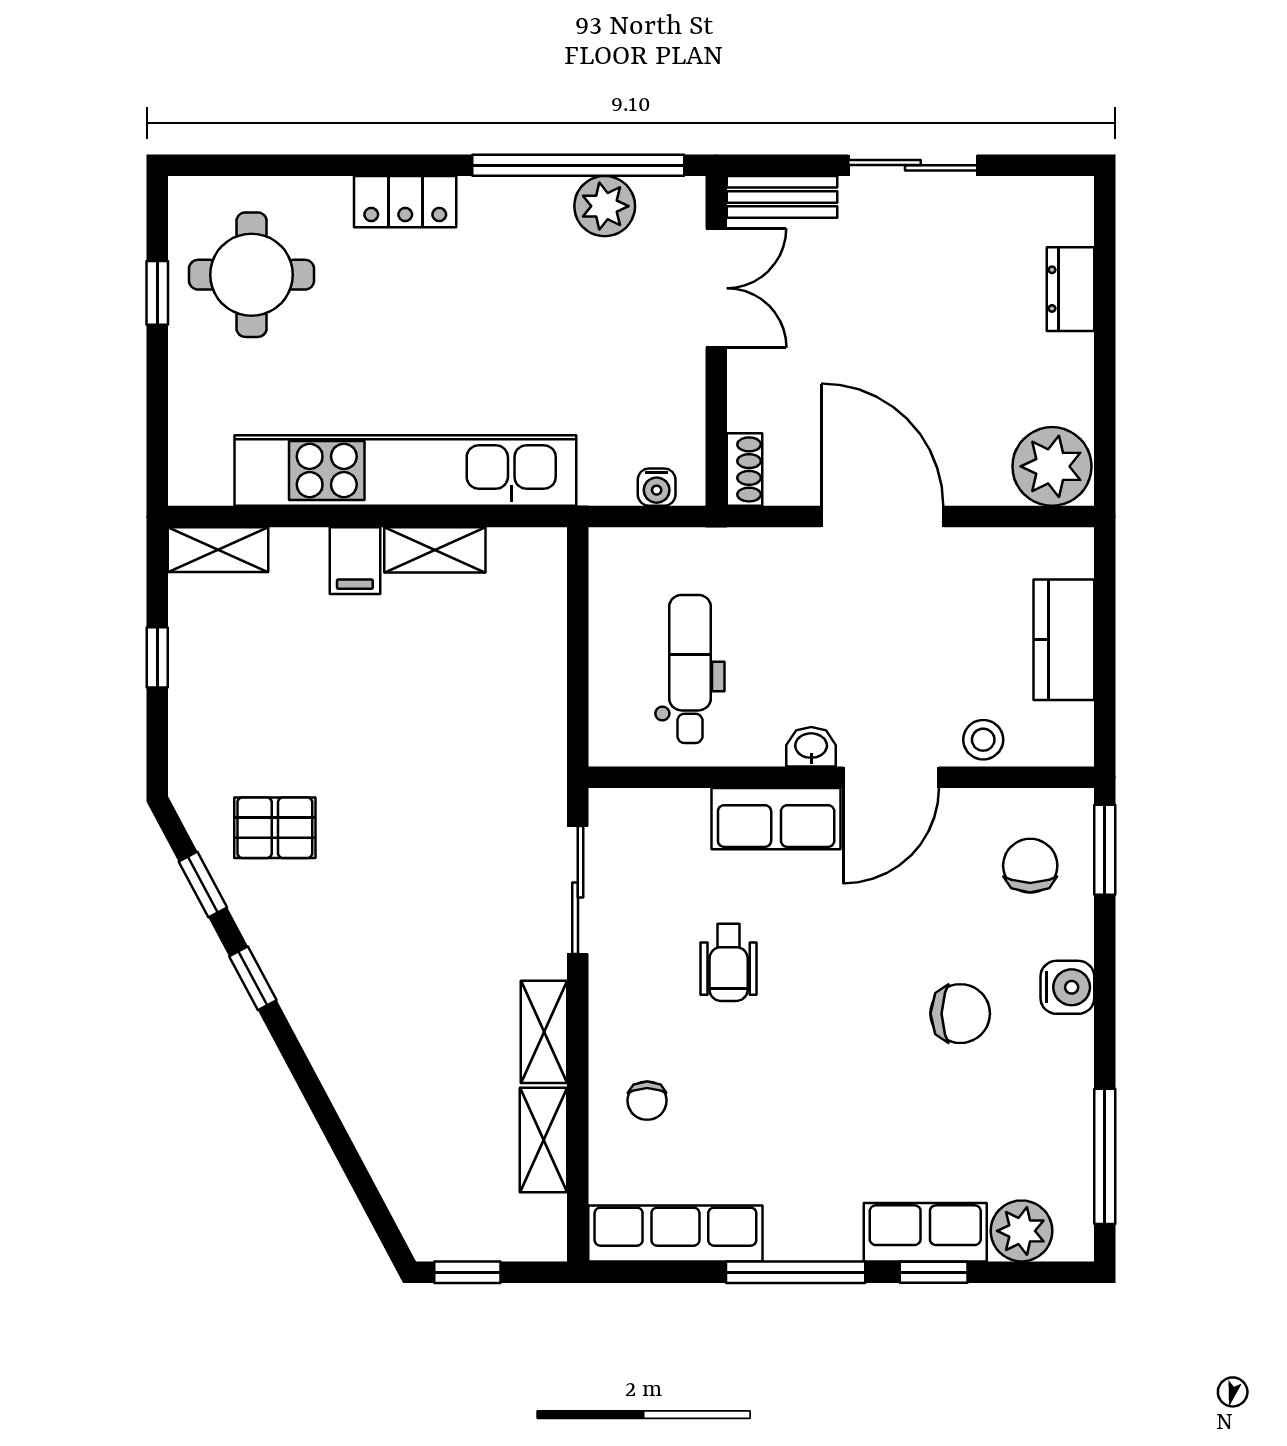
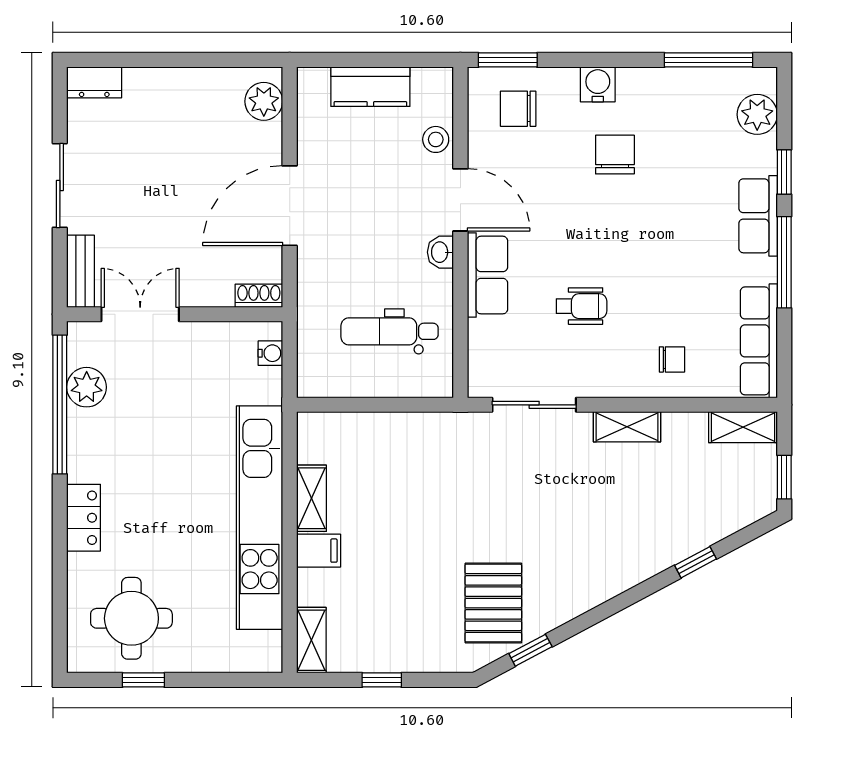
dresser: (1070, 289) -> (94, 82), moved
plant: (1052, 466) -> (264, 101), width x0.73, depth x0.73
pallet: (275, 828) -> (493, 603), width x1.50, depth x1.42
window: (253, 978) -> (695, 562), moved
shelving: (544, 1140) -> (743, 427), moved
row of seats: (925, 1232) -> (758, 216), moved

